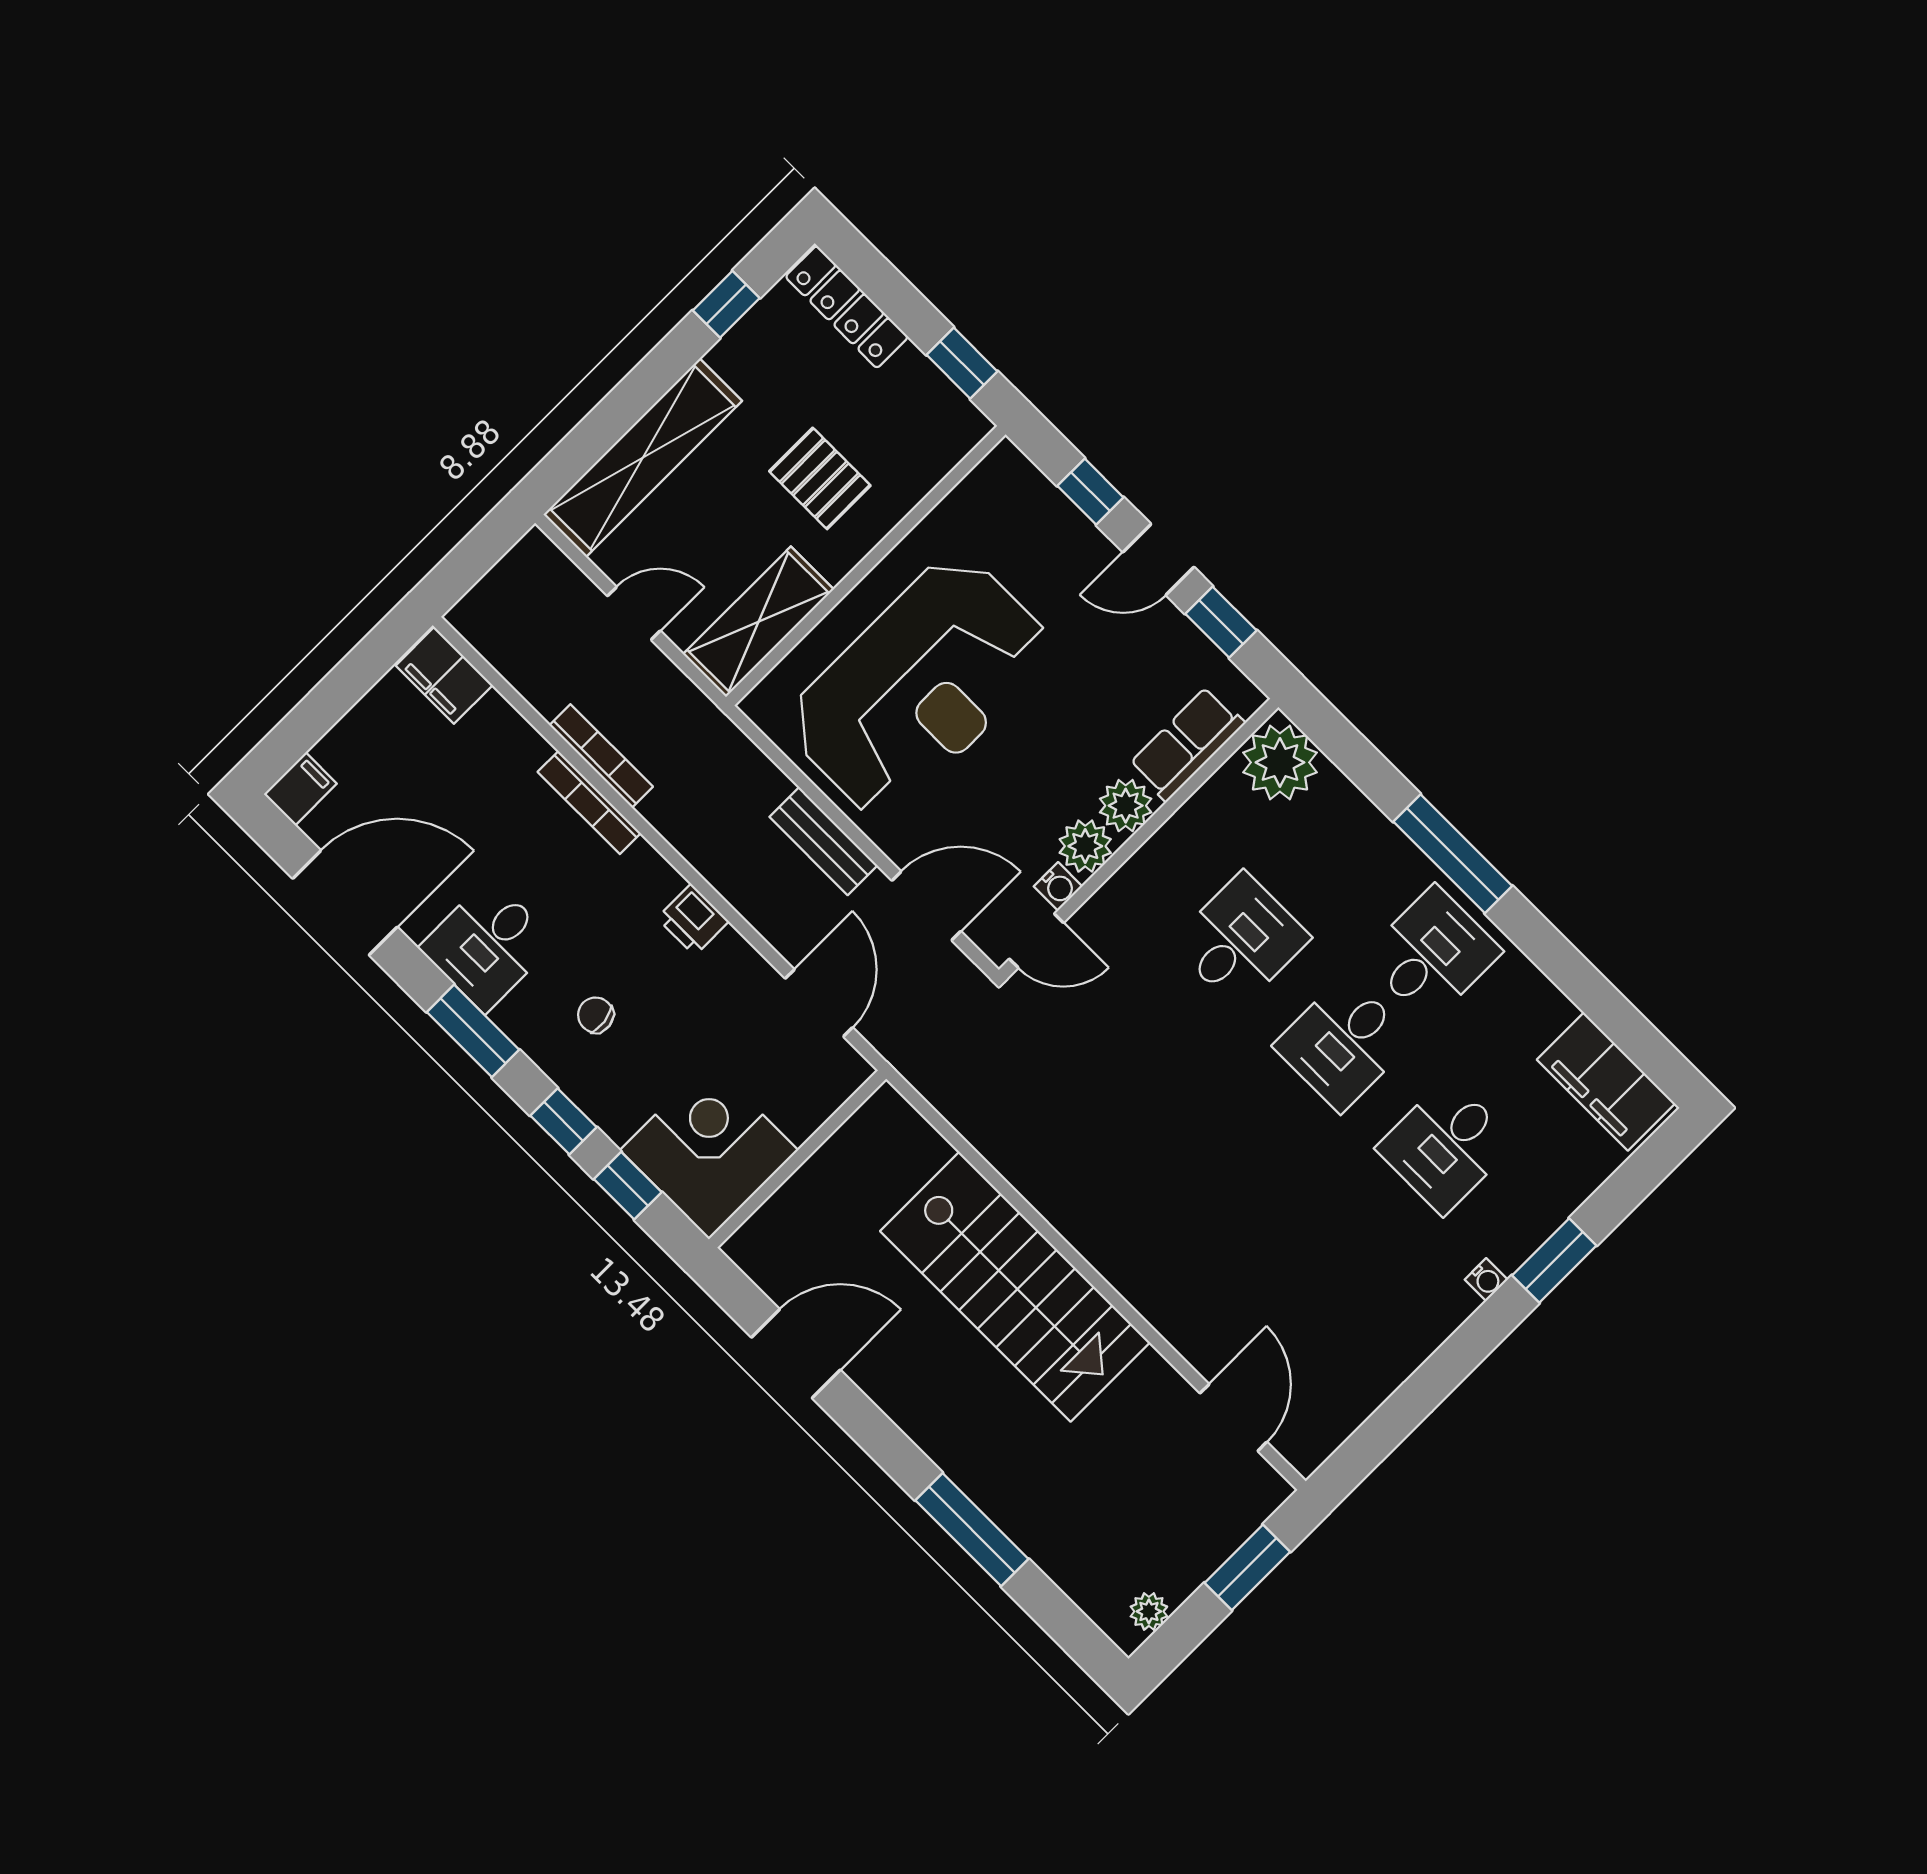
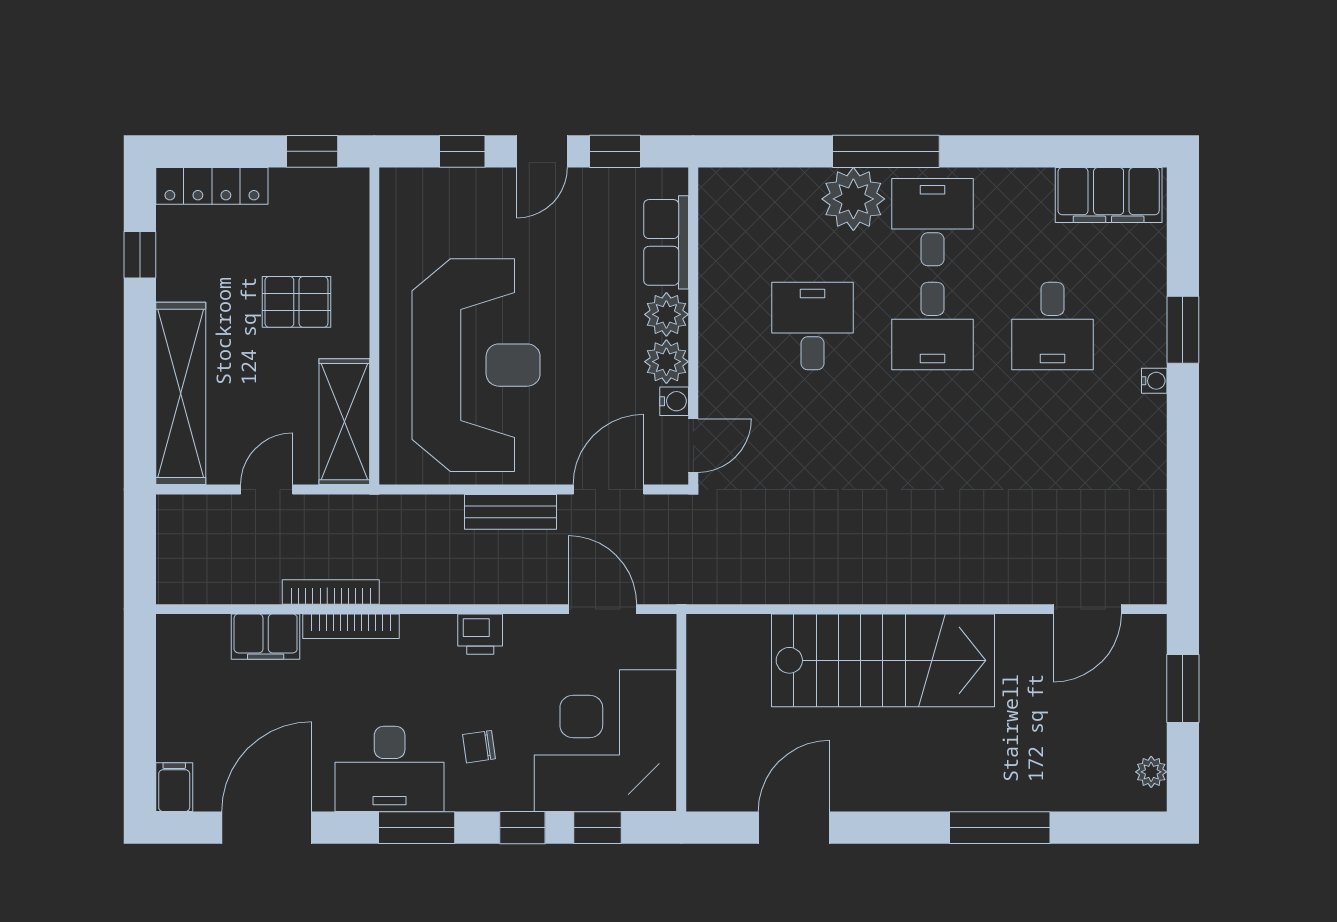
filing cabinet: (444, 675) -> (266, 637), moved
plant: (1280, 762) -> (853, 199), moved
desk: (487, 945) -> (390, 769), width x1.37
corner desk: (709, 1150) -> (605, 741), width x1.36, depth x1.36
door: (1233, 1418) -> (1087, 609), swing flipped

